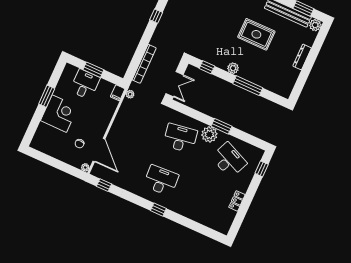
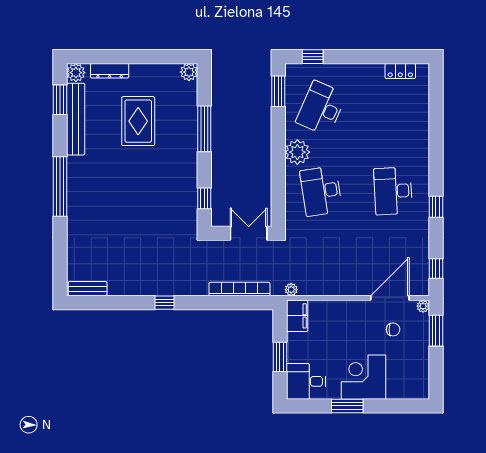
rug: (256, 34) -> (138, 121), moved
dresser: (302, 57) -> (110, 71), moved
plant: (233, 68) -> (189, 72), moved
desk: (85, 84) -> (306, 381), moved
filing cabinet: (118, 93) -> (297, 316), width x2.00
window: (221, 126) -> (278, 91), moved
window: (67, 169) -> (436, 331), added
locker: (237, 201) -> (400, 71), moved
window: (158, 210) -> (436, 207), moved

